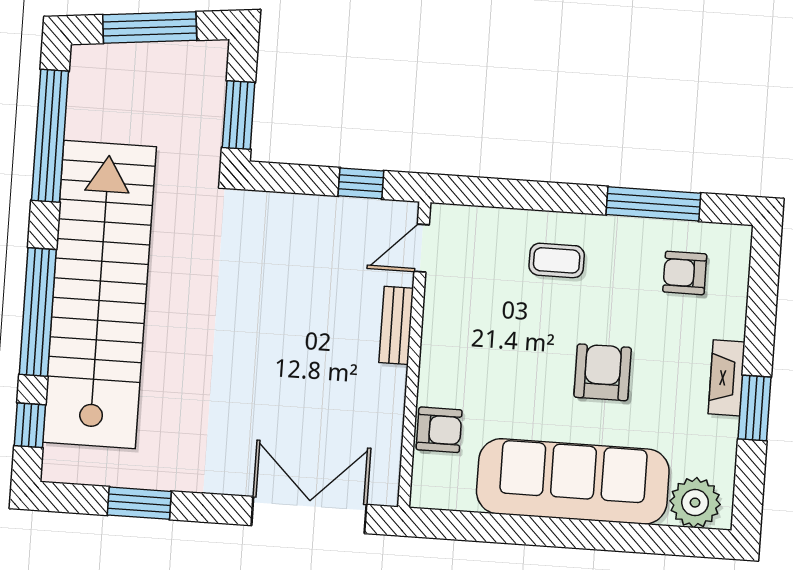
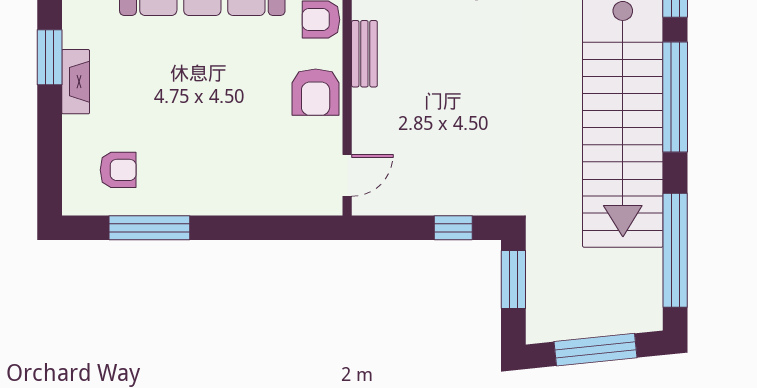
window: (361, 183) -> (453, 228), moved
coffee table: (557, 260) -> (230, 173), removed
bench: (396, 325) -> (364, 54), moved
armchair: (603, 372) -> (316, 92), moved

